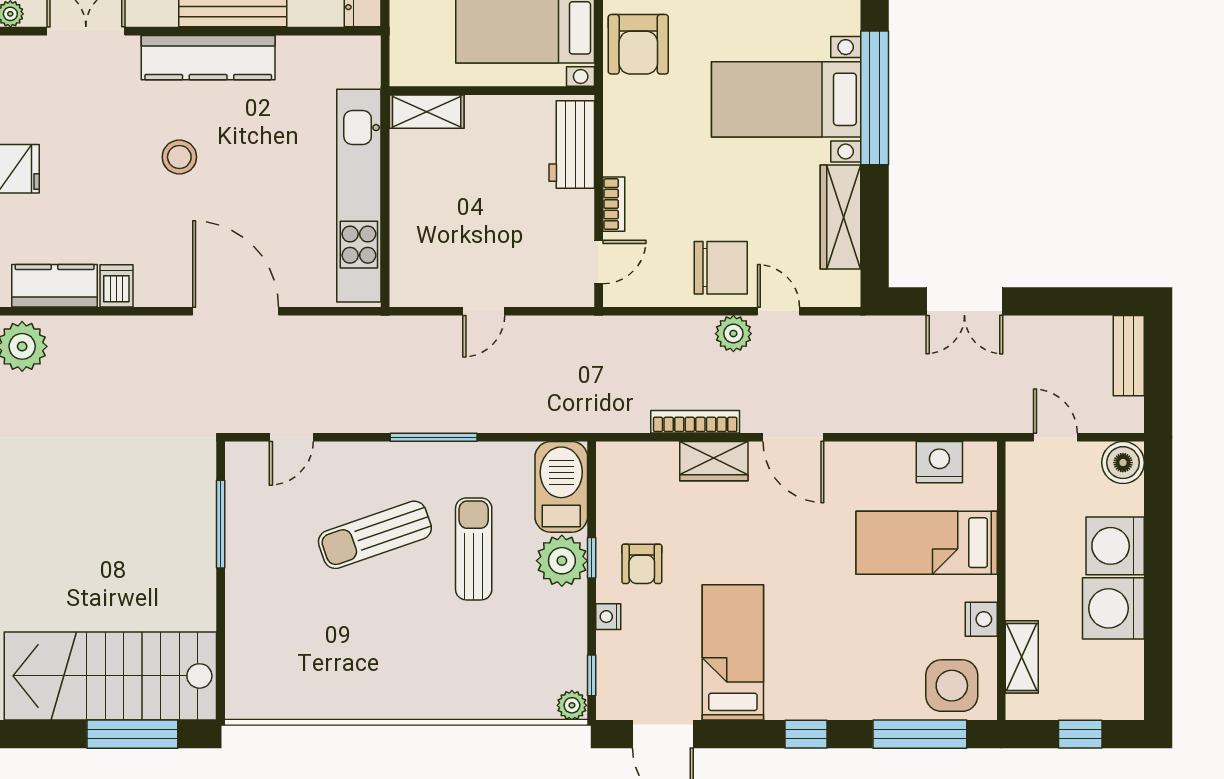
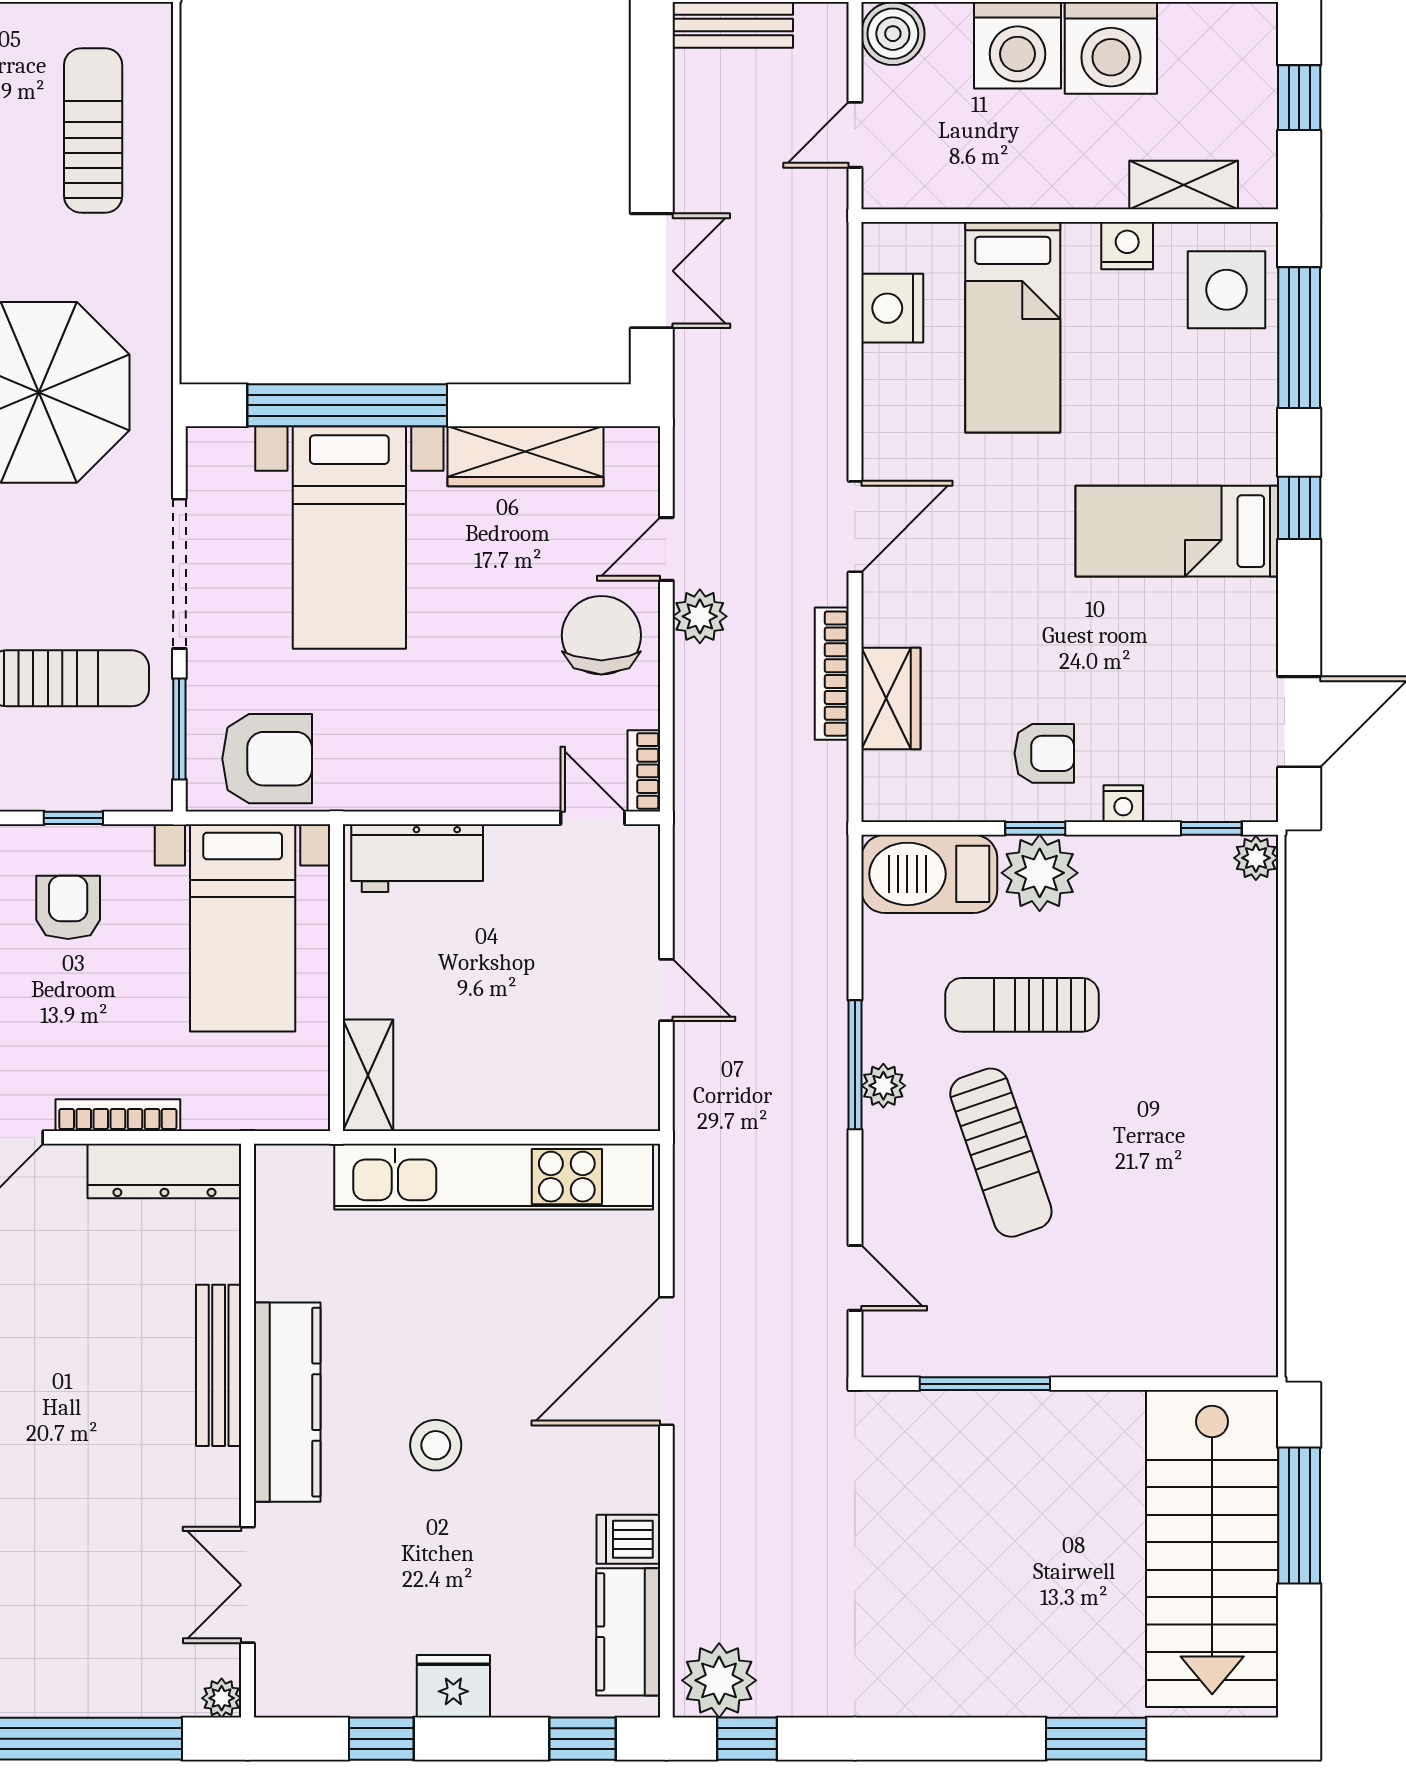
bookcase: (614, 204) -> (644, 771), moved, turned -90
plant: (420, 456) -> (883, 1086), added
wardrobe: (714, 461) -> (891, 699), moved
bed: (733, 652) -> (1177, 531), moved

